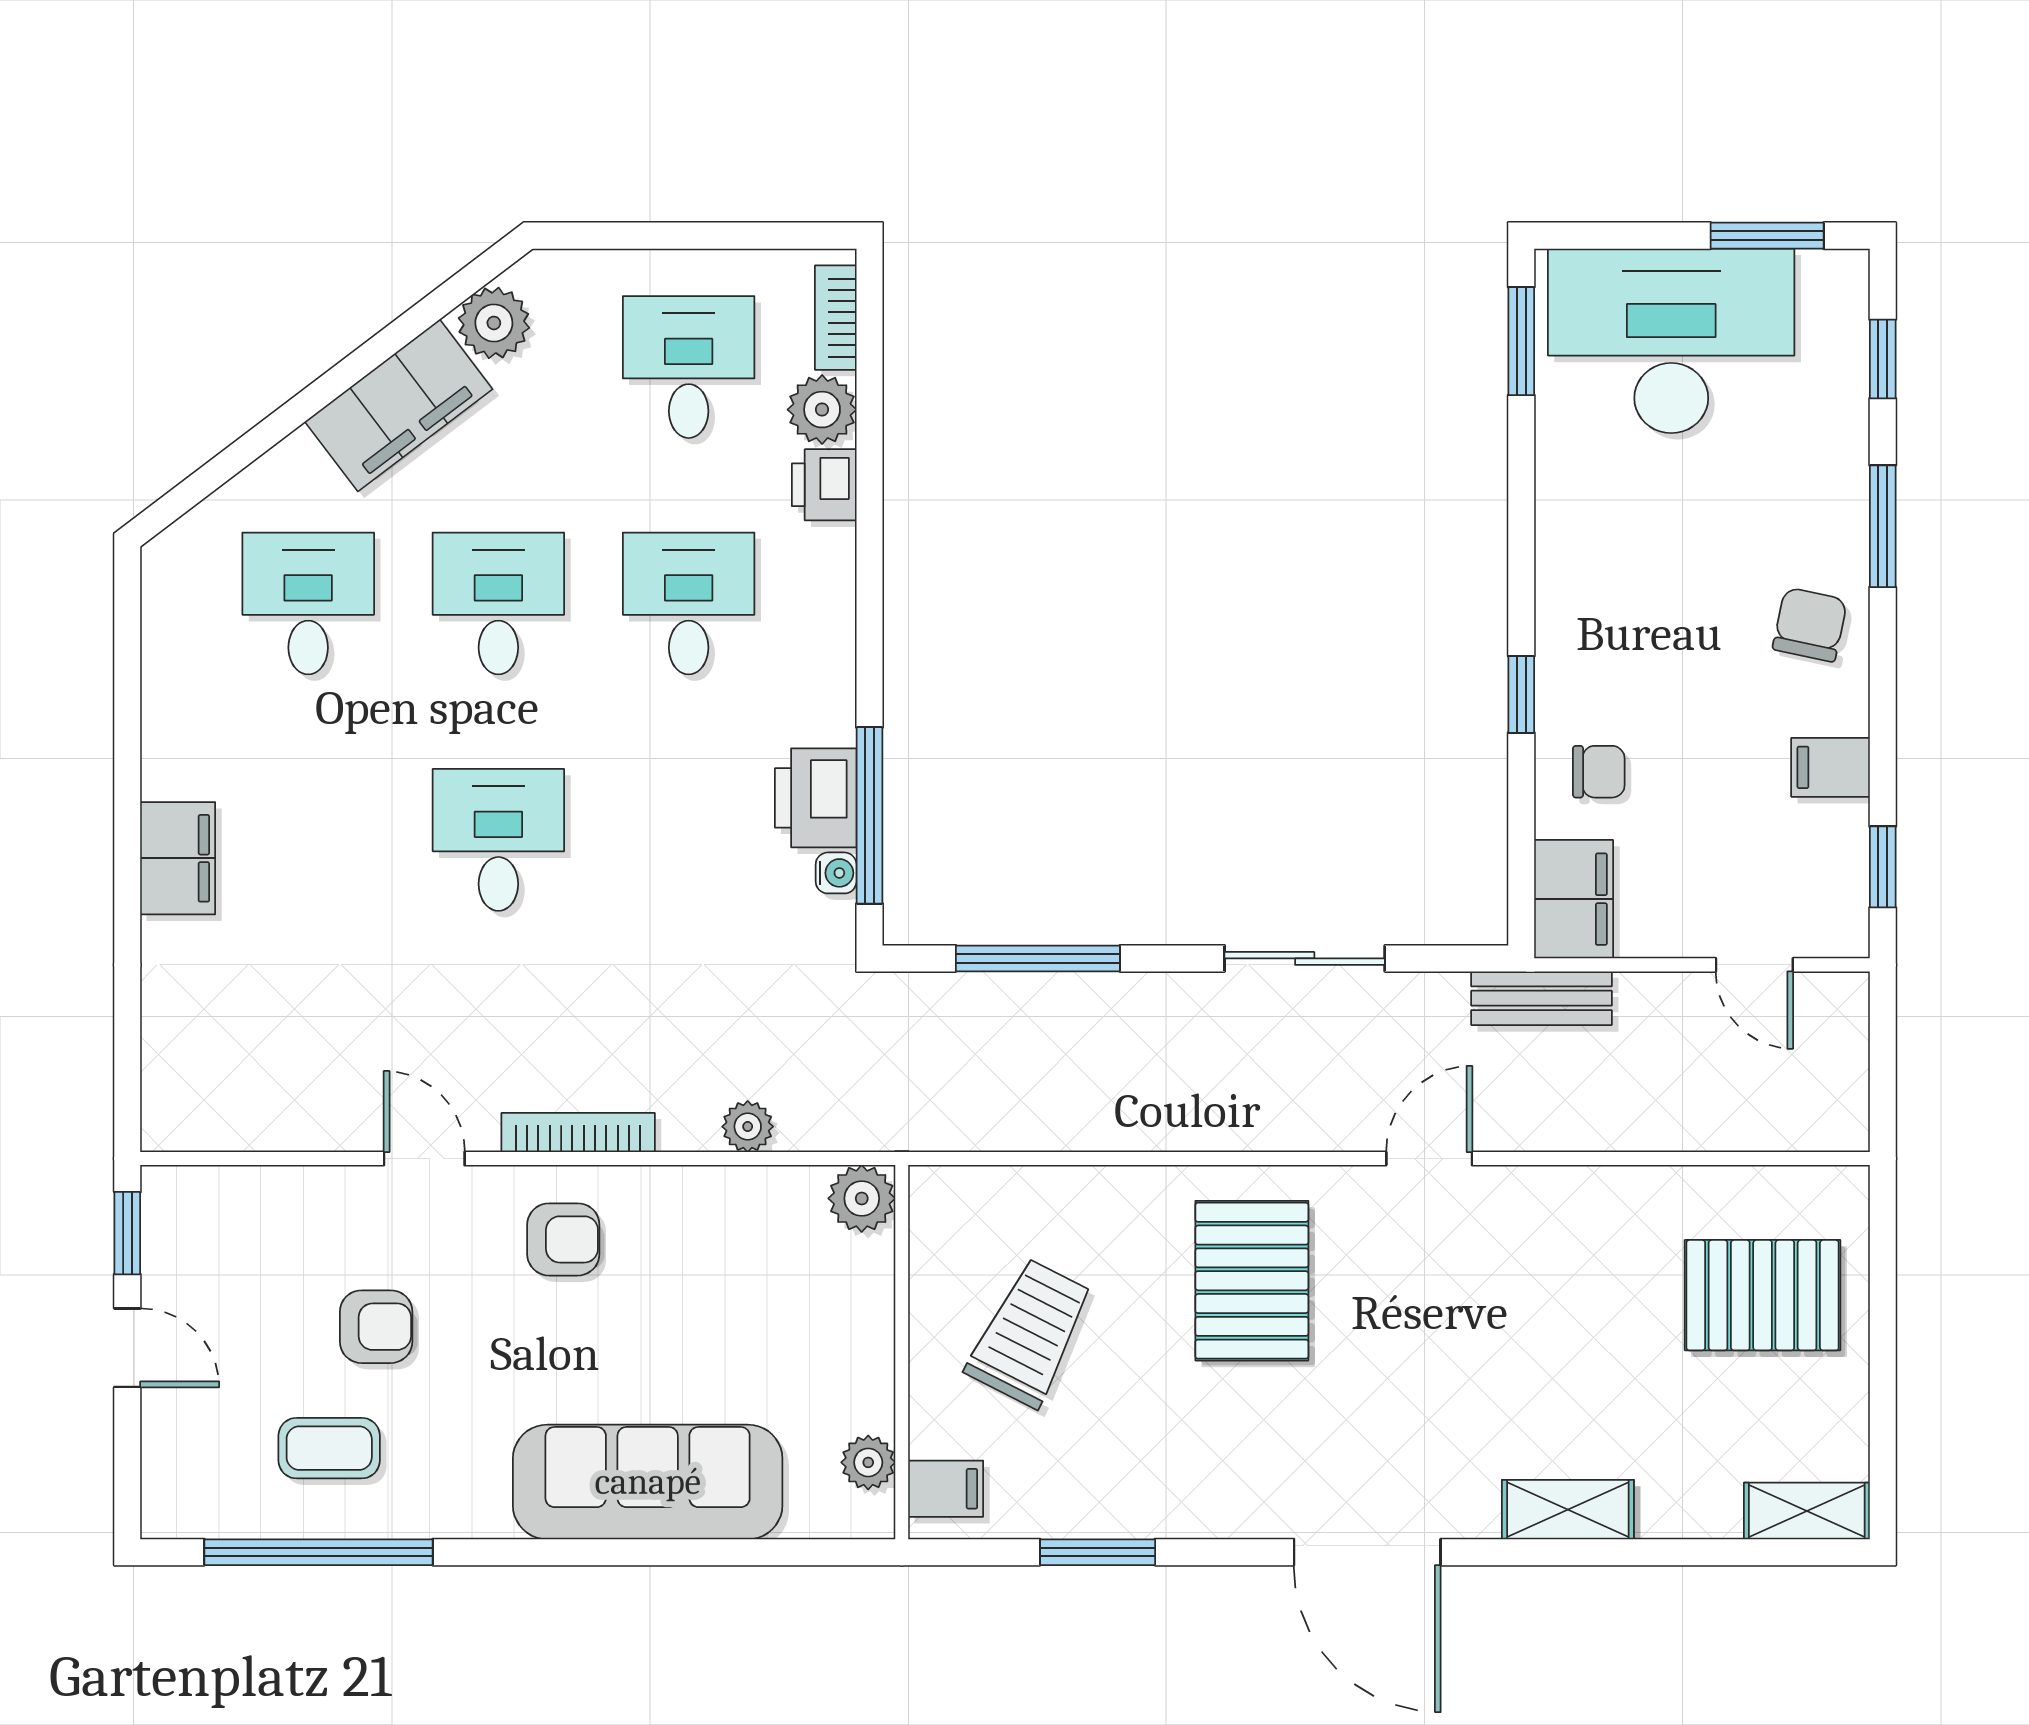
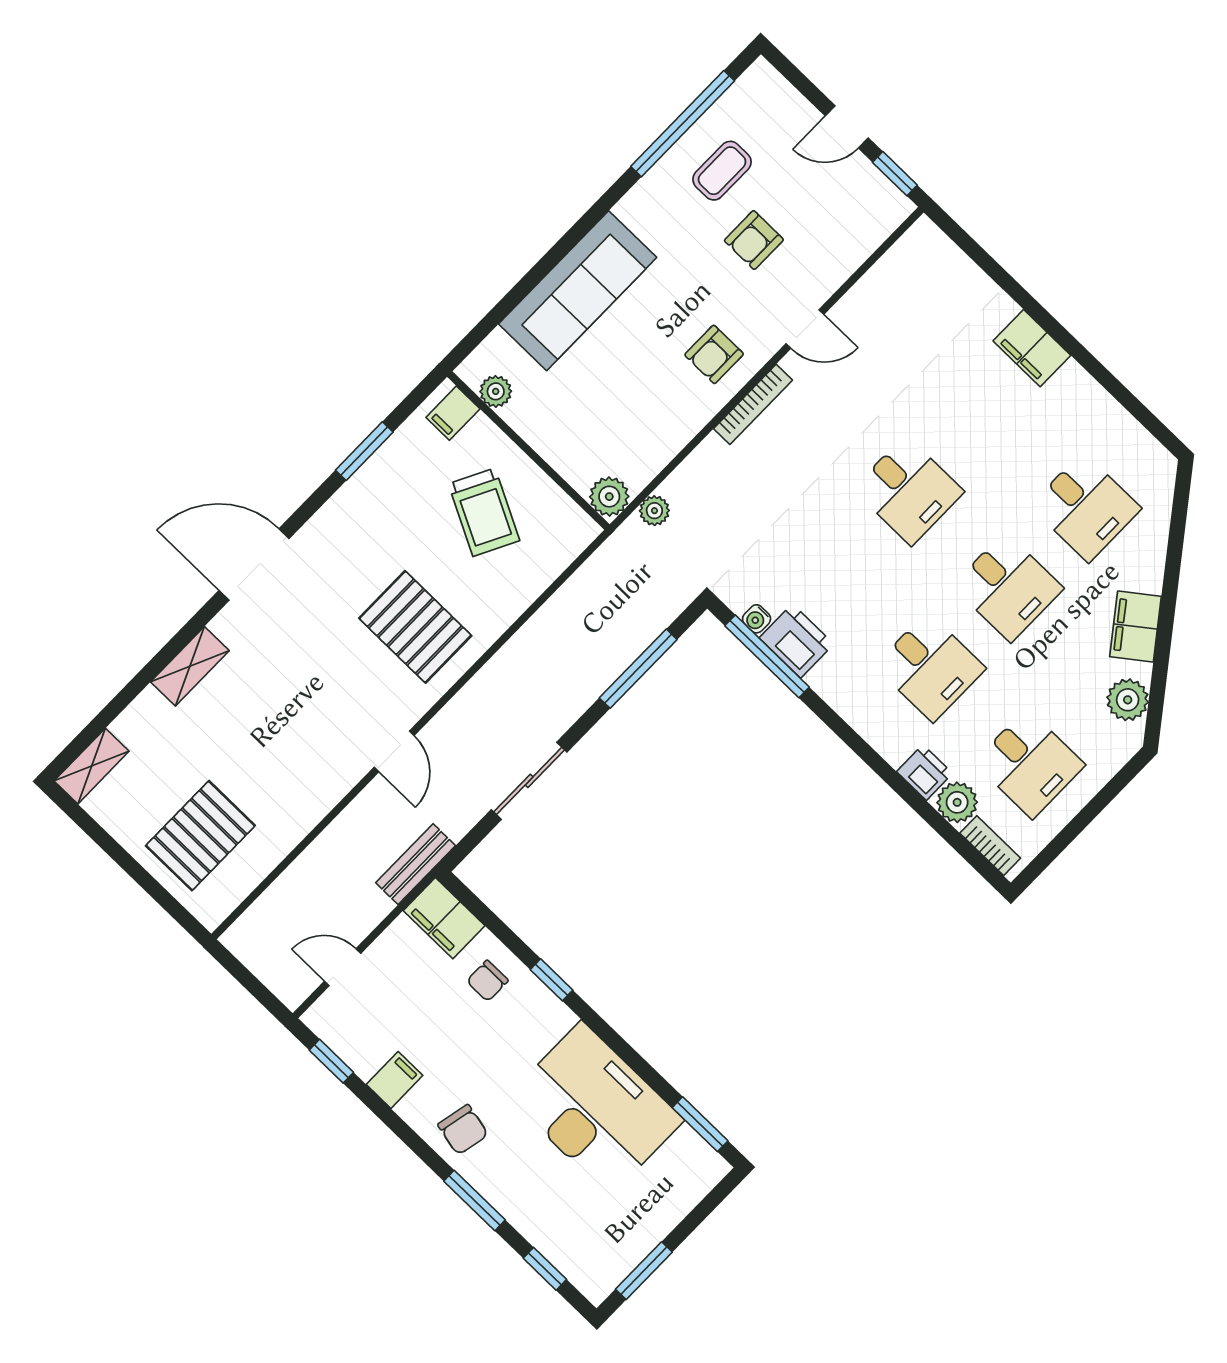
desk: (1671, 341) -> (596, 1109), moved, turned -90
filing cabinet: (399, 405) -> (1136, 627), width x0.67, depth x0.86
plant: (748, 1127) -> (654, 511), moved

